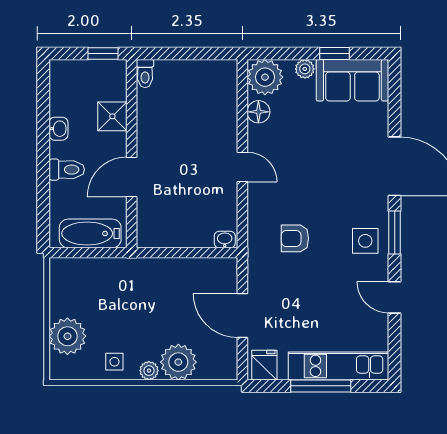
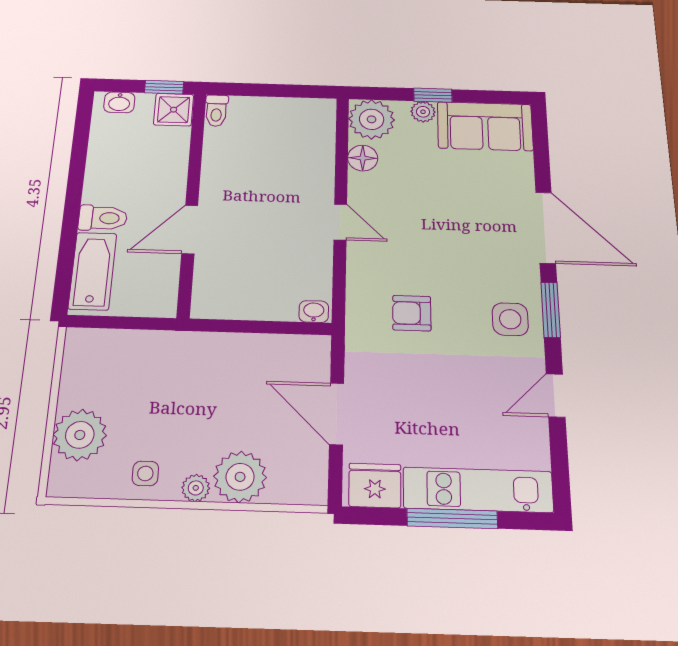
window: (335, 53) -> (433, 95), moved
shower: (112, 116) -> (174, 110), moved
washbasin: (58, 129) -> (119, 102), moved, turned 90
bathtub: (90, 233) -> (93, 271), moved, turned 90
door: (395, 297) -> (556, 395), hinge flipped
fridge: (264, 365) -> (375, 485), width x1.38

